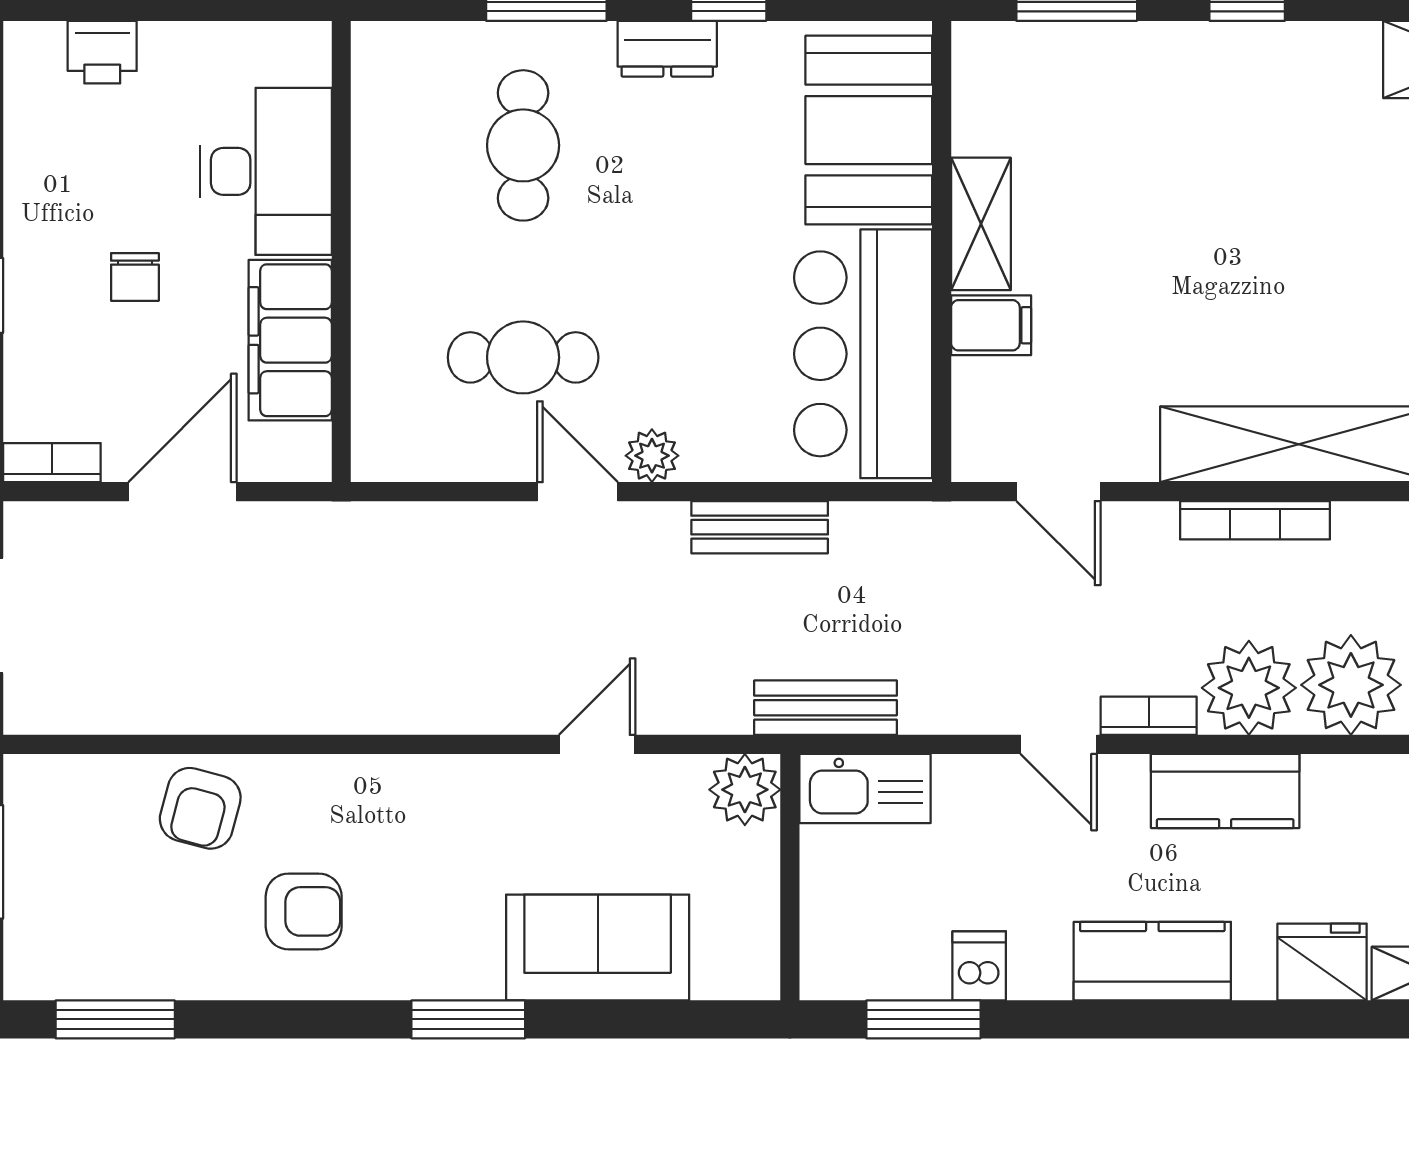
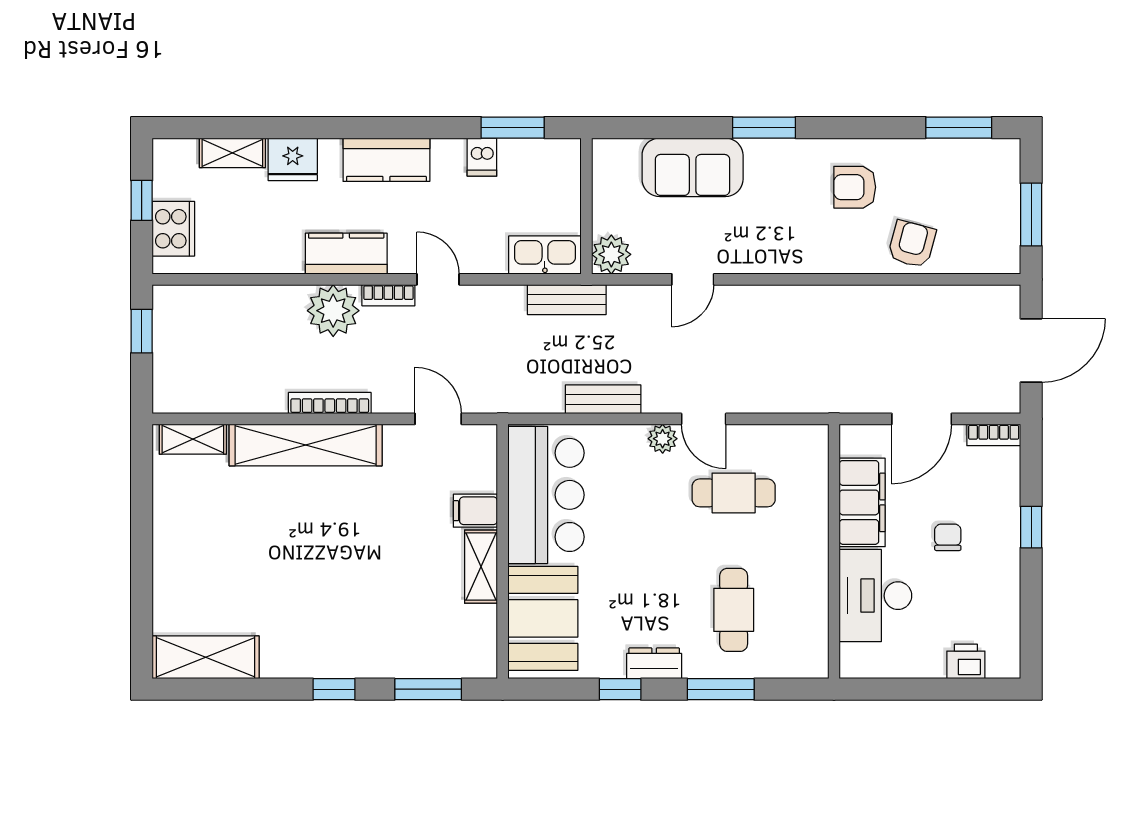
plant: (1351, 685) -> (277, 312), removed

